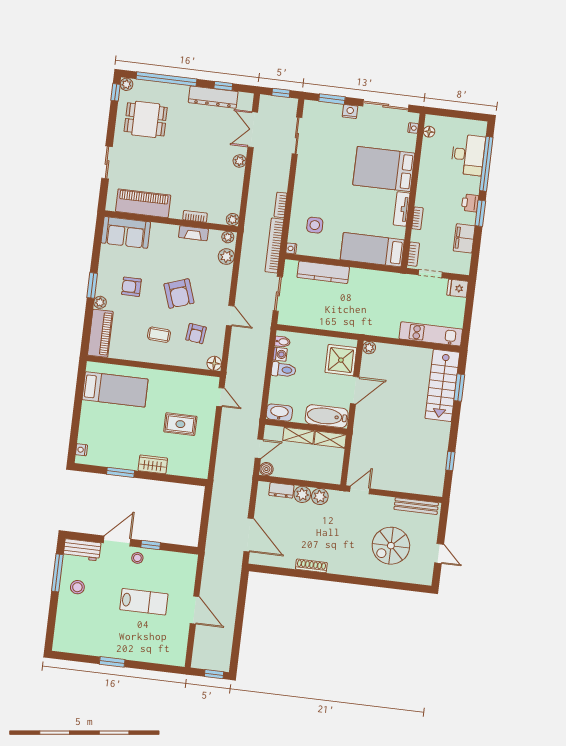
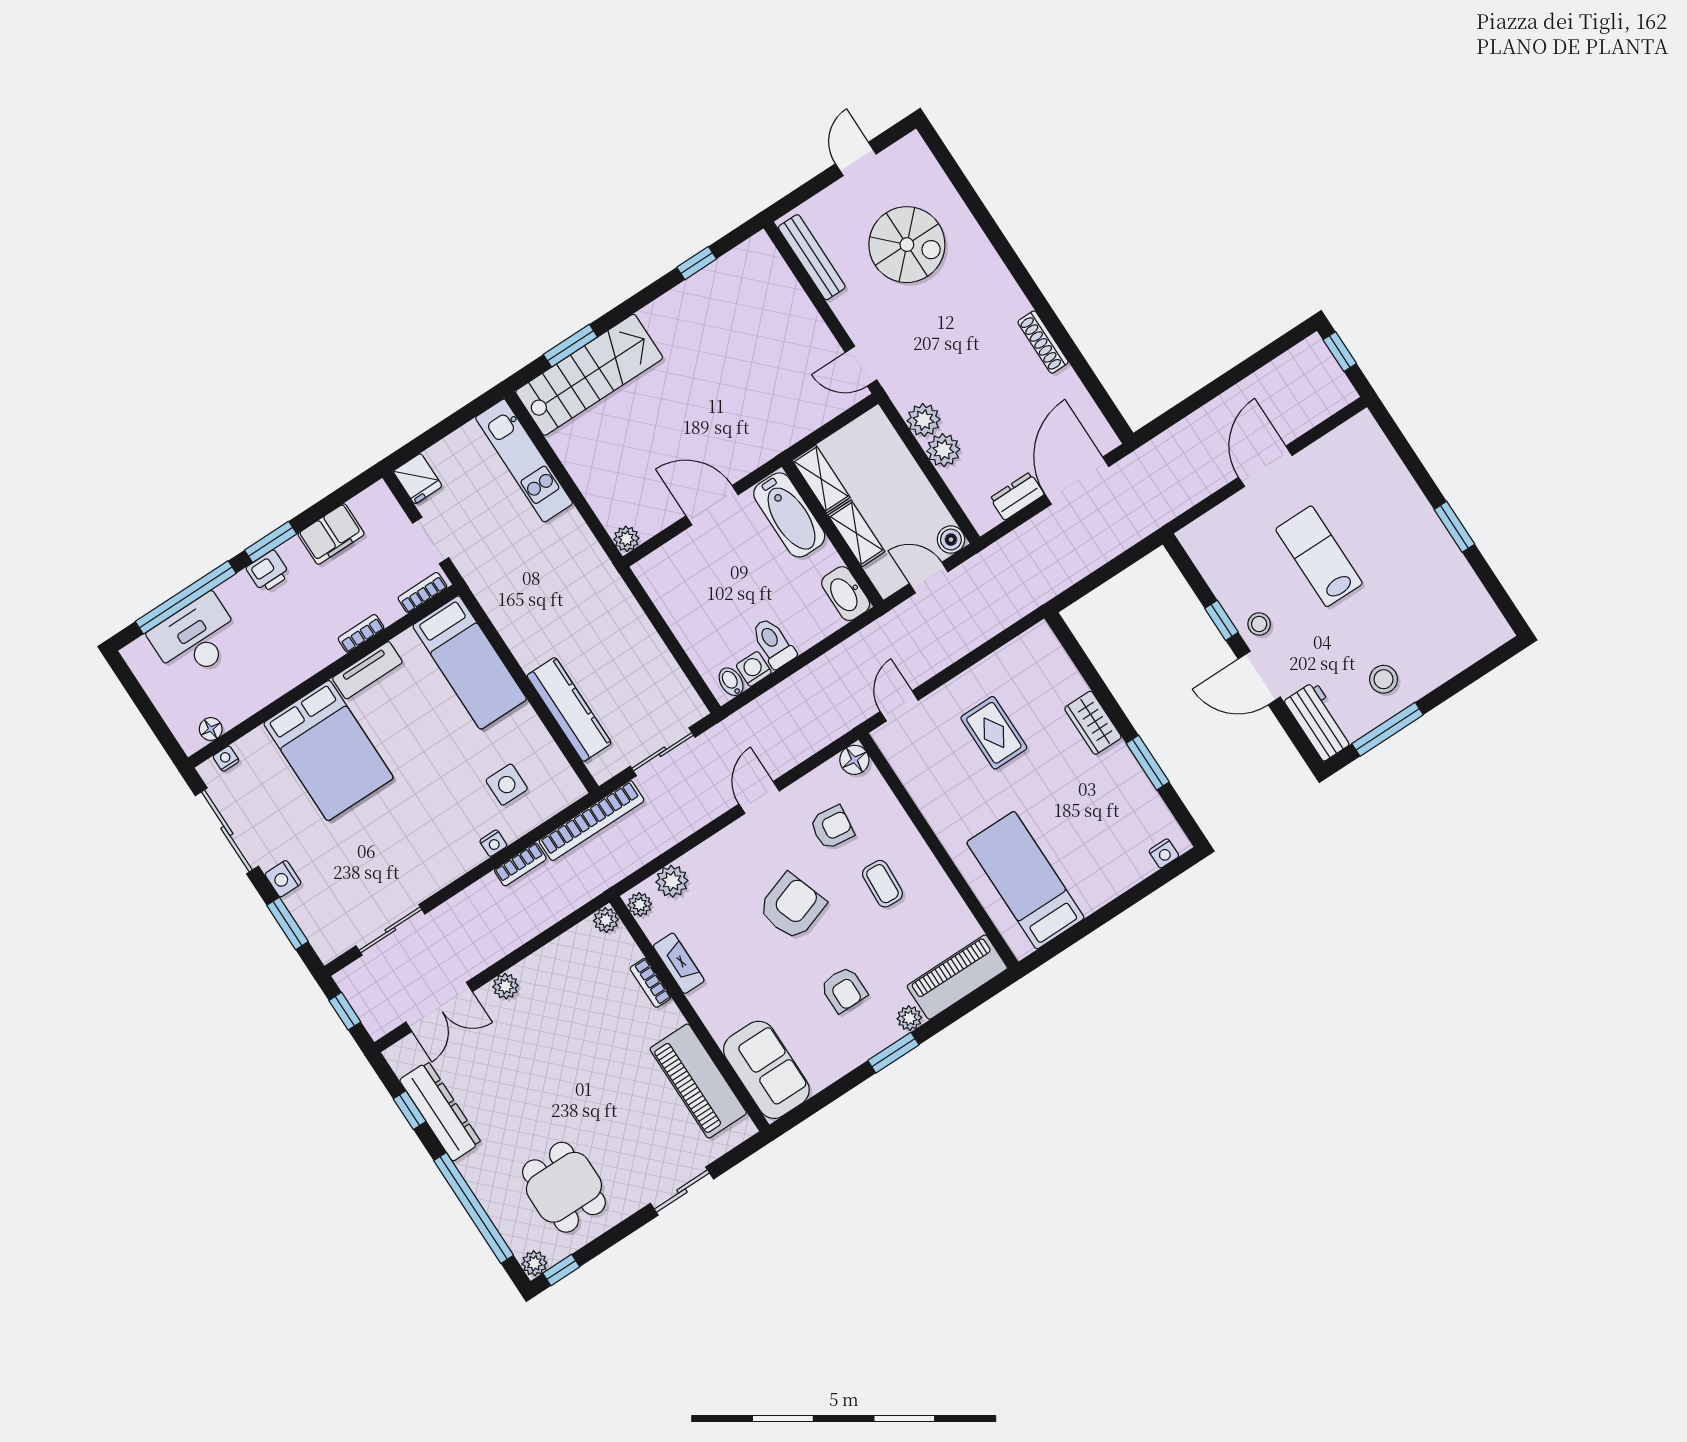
nightstand: (291, 248) -> (493, 843), moved
shower: (341, 360) -> (683, 566), removed
dresser: (281, 490) -> (1017, 496), moved, turned -90

